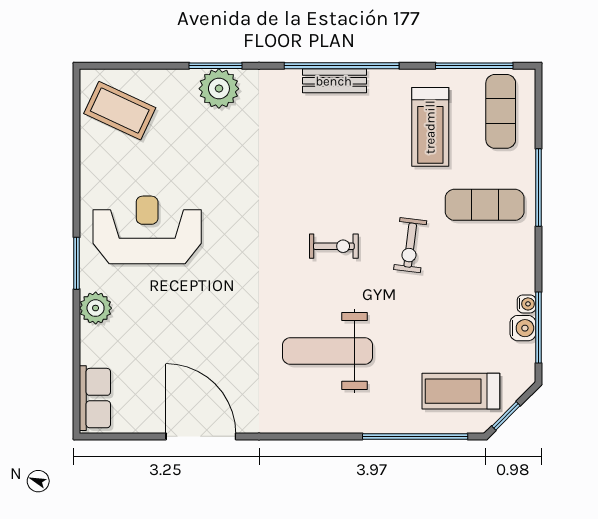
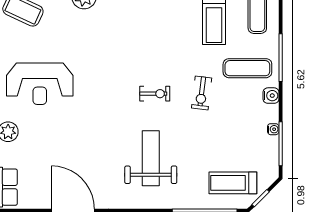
reception desk: (147, 230) -> (40, 84), turned 180
water cooler: (523, 328) -> (271, 96), moved
weight bench: (328, 351) -> (151, 158), turned 90

